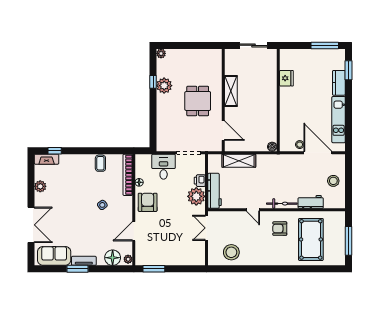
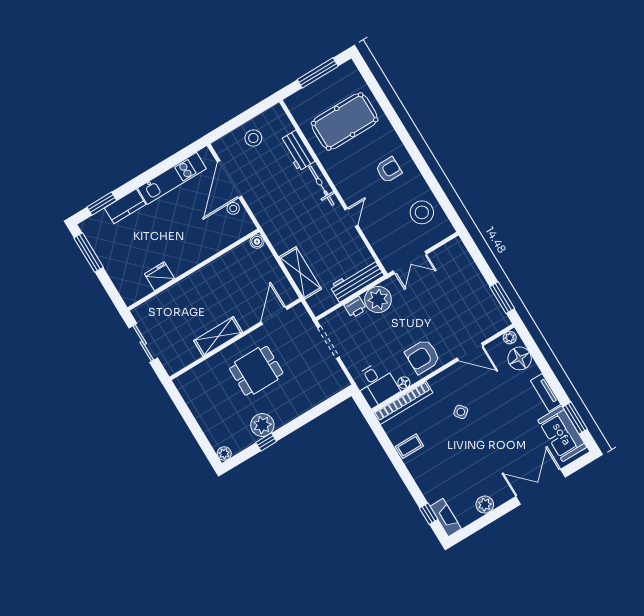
desk: (164, 167) -> (376, 384), moved, turned -90
armchair: (280, 229) -> (389, 170), moved, turned -90
window: (78, 269) -> (575, 418), moved

